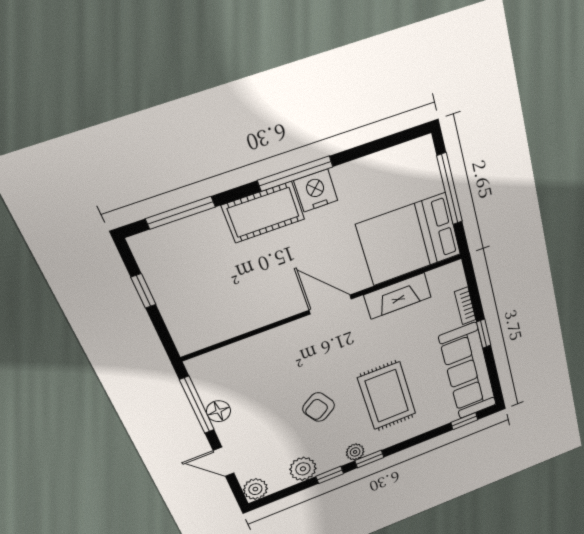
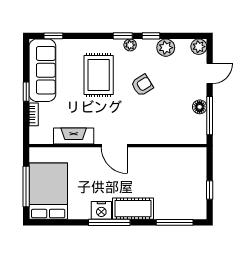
bed: (409, 239) -> (48, 191), moved, turned -90
door: (224, 462) -> (210, 73), hinge flipped

